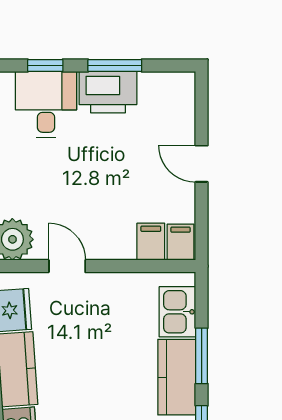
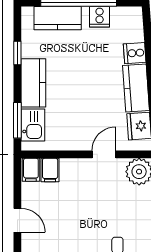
door: (67, 266) -> (104, 154), swing flipped
window: (202, 356) -> (17, 120), moved

